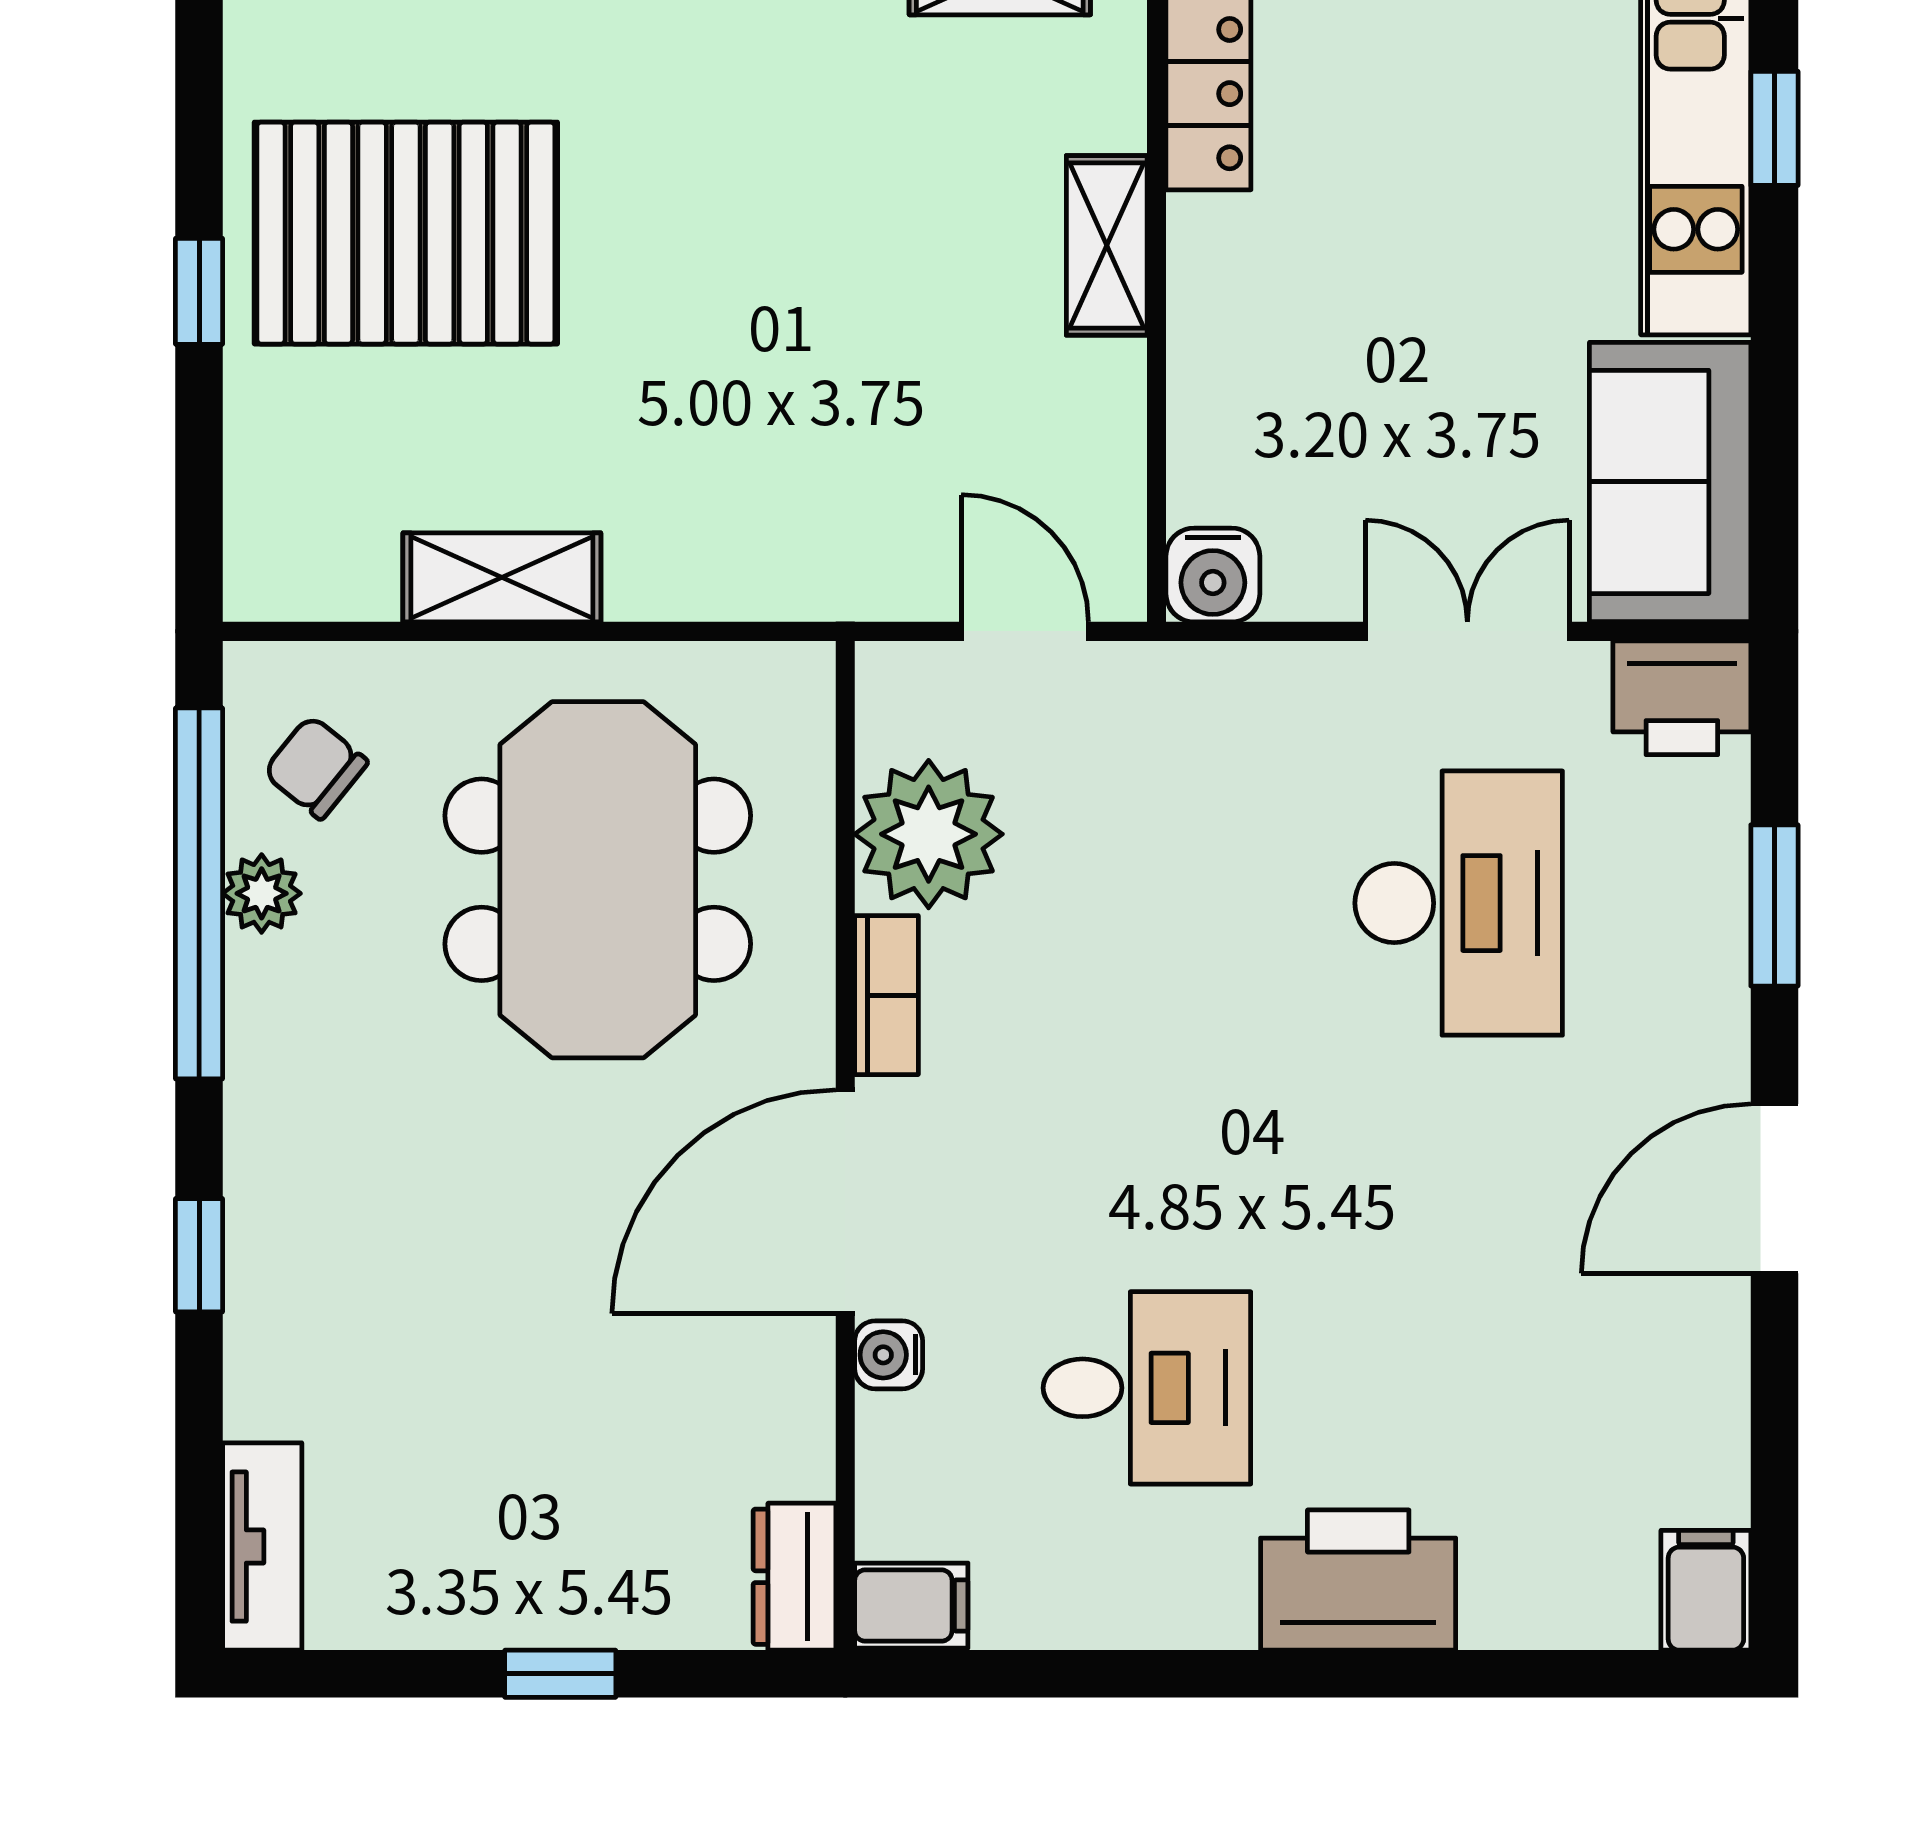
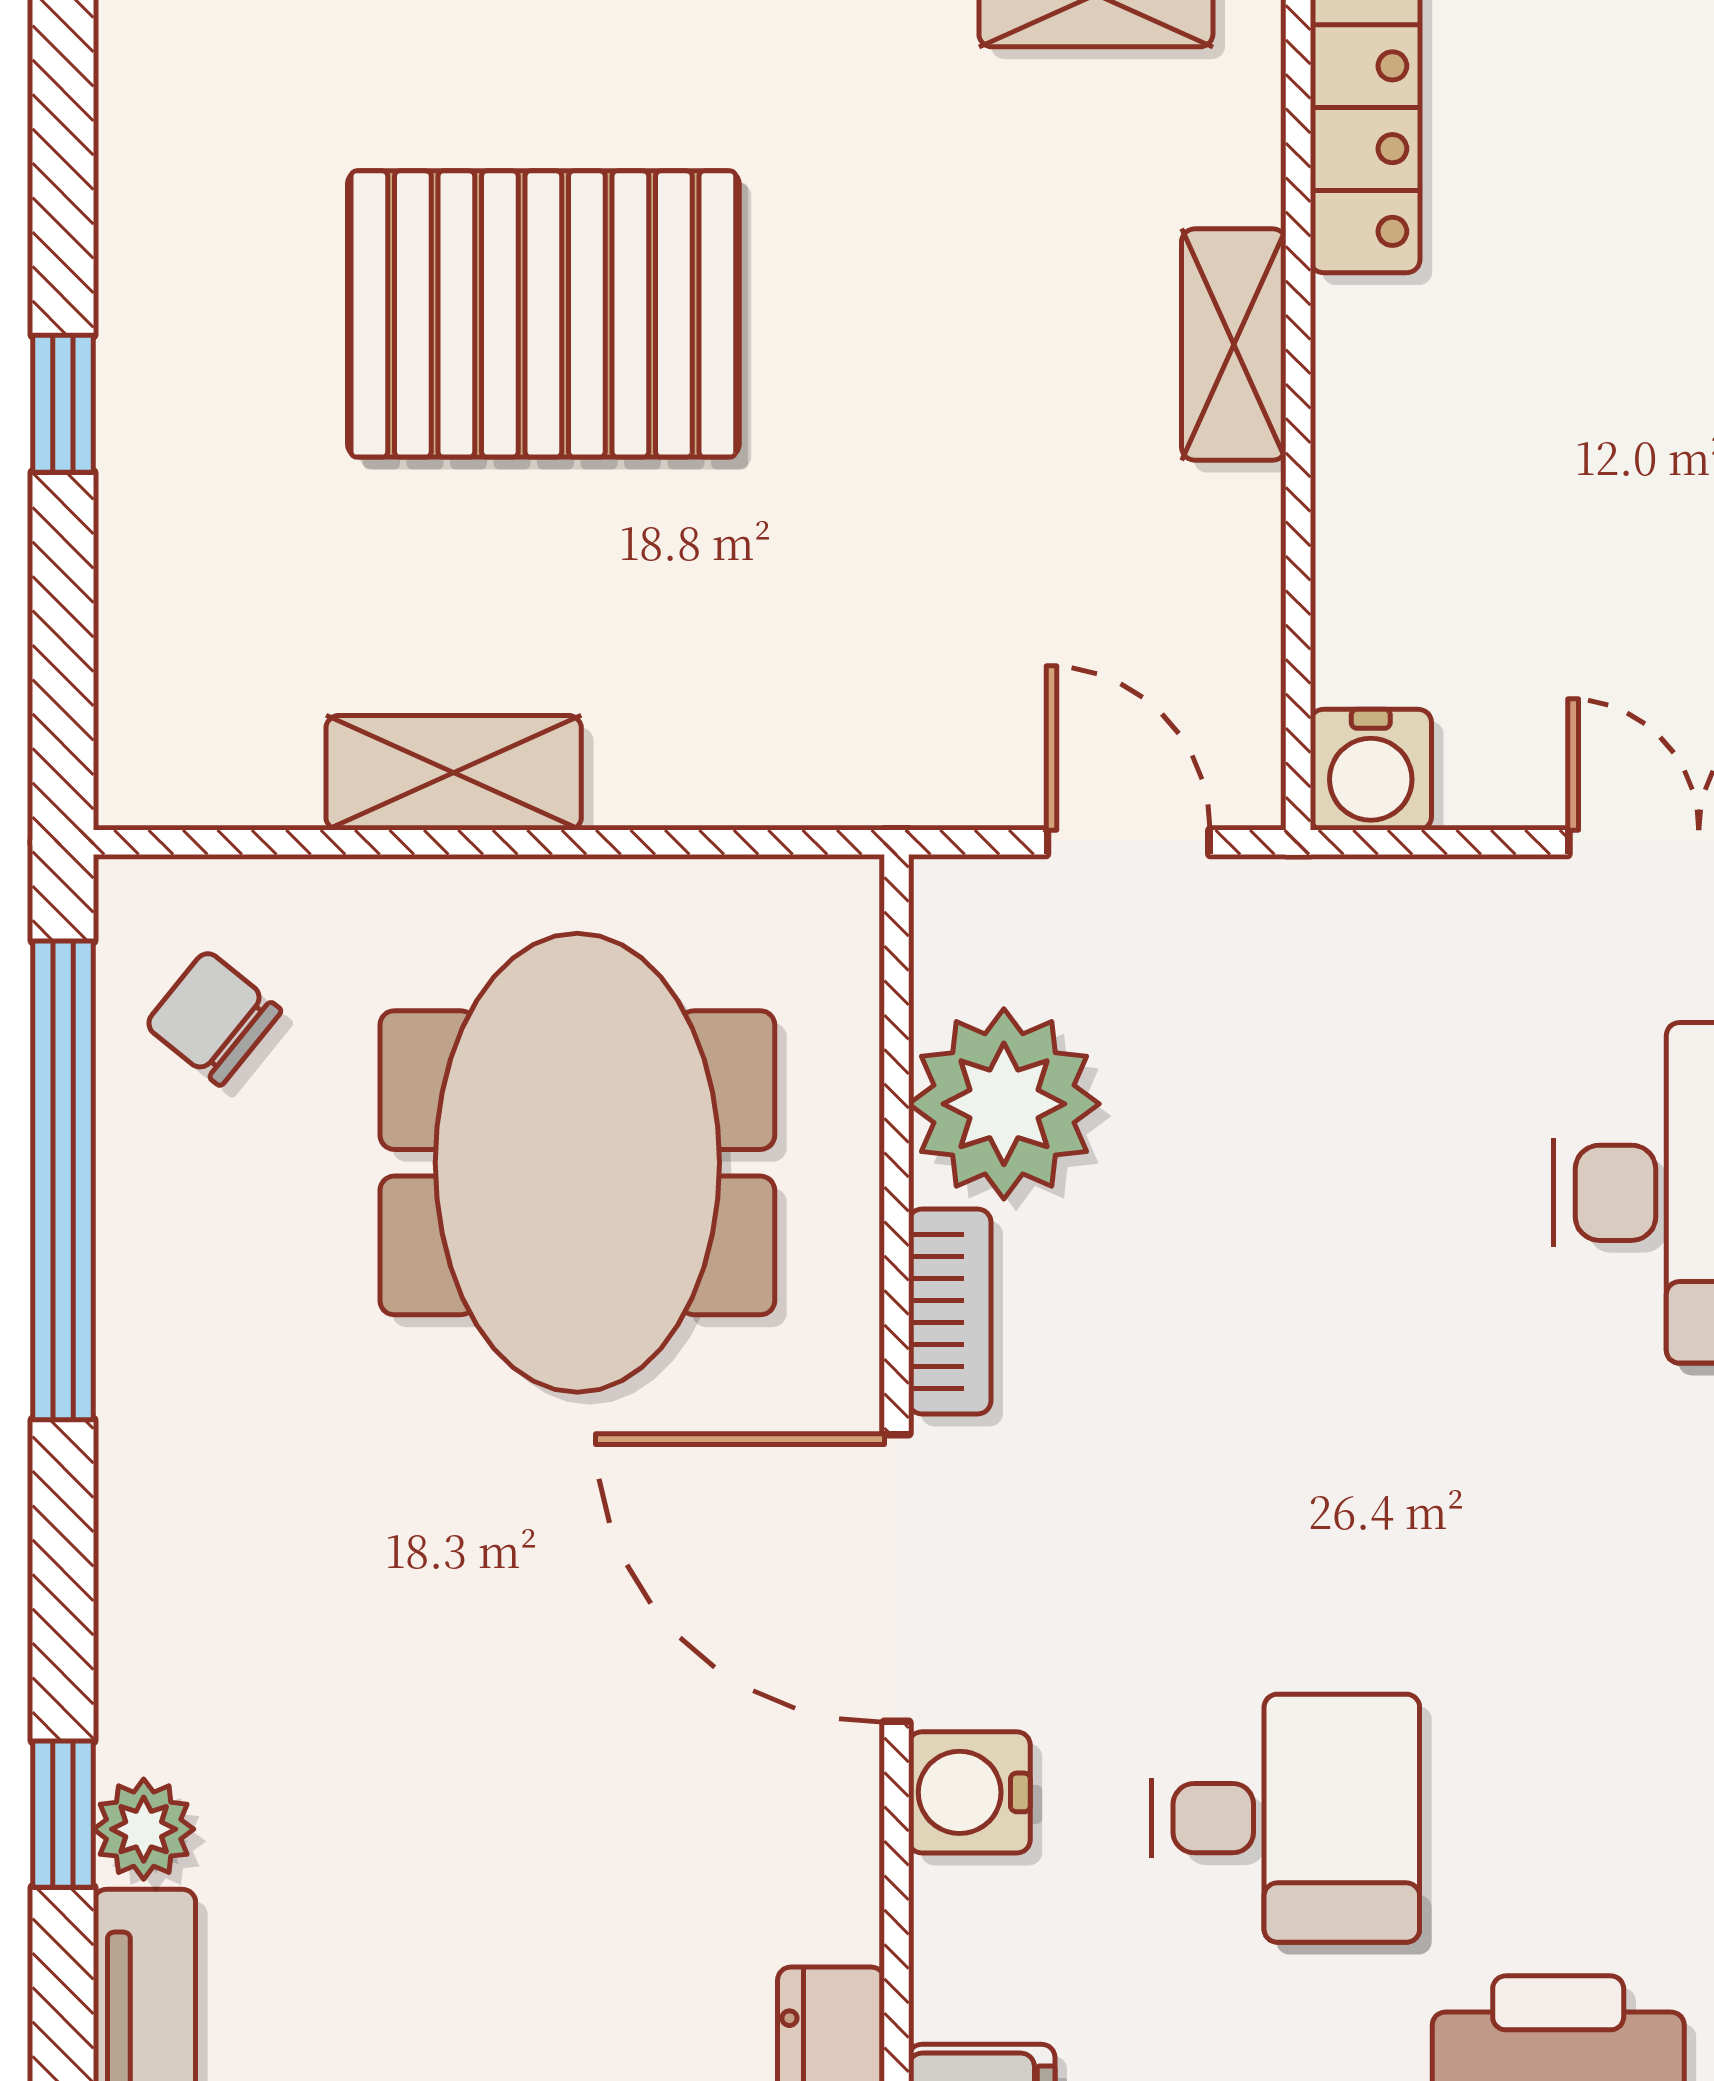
pallet: (406, 233) -> (543, 314), moved
plant: (262, 893) -> (144, 1829), moved
door: (845, 1202) -> (897, 1578), hinge flipped
window: (199, 1255) -> (63, 1814), moved
water cooler: (889, 1355) -> (969, 1792), width x1.38, depth x1.38

